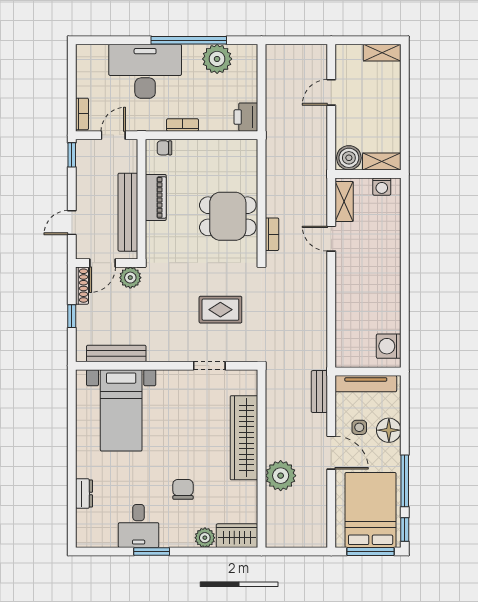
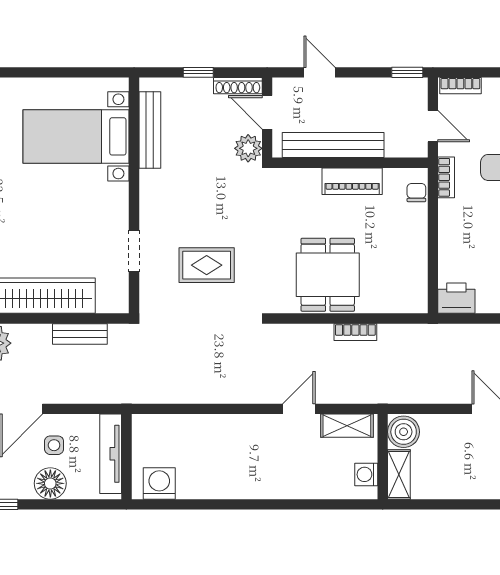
bookcase: (183, 125) -> (446, 177), moved
bookcase: (272, 234) -> (355, 332), moved
rug: (220, 310) -> (207, 265), turned 90
bench: (319, 392) -> (80, 334), moved

